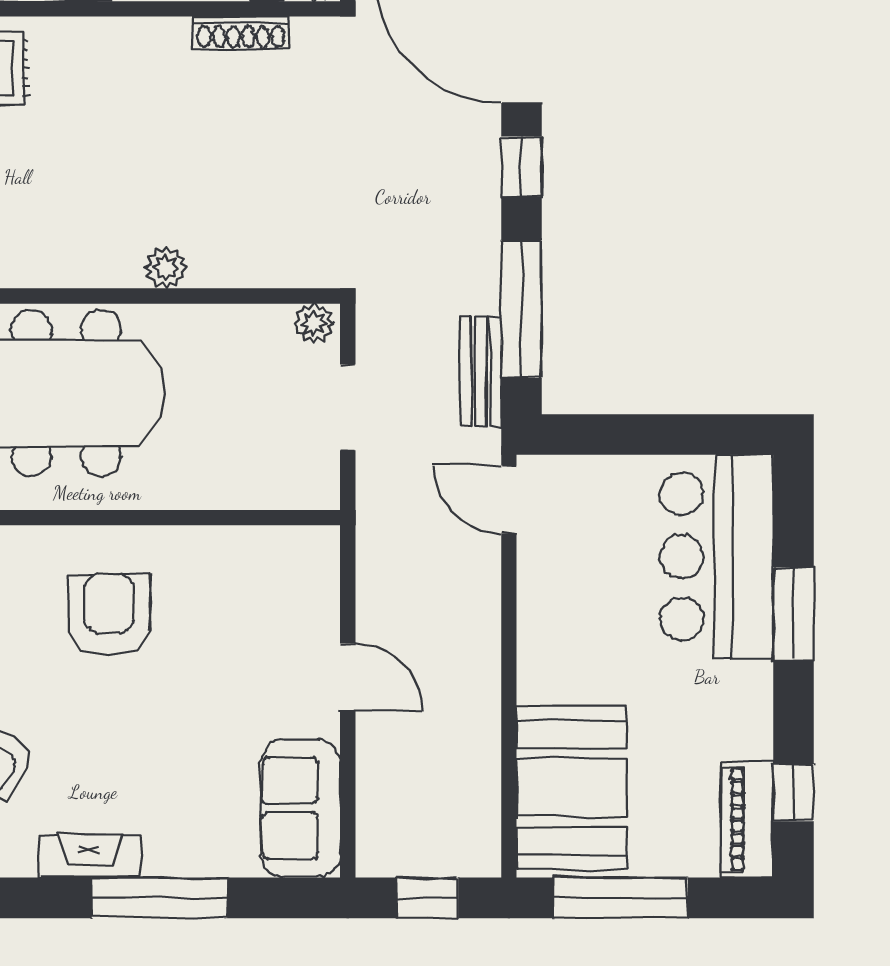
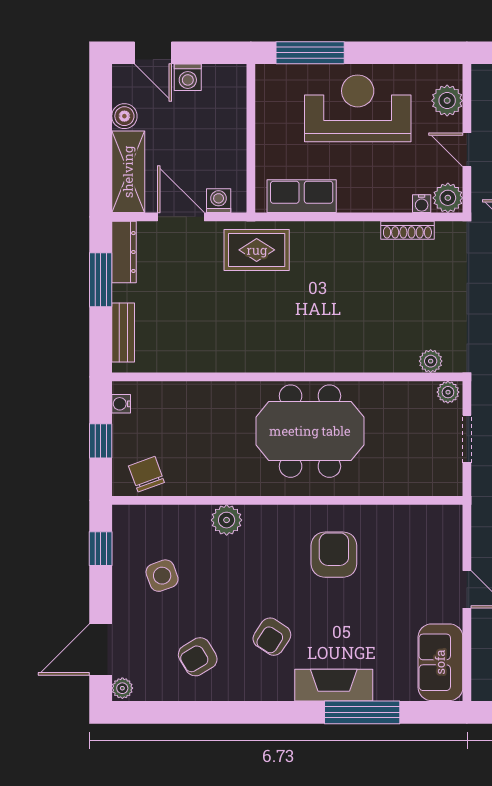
plant: (166, 268) -> (431, 361), moved
fireplace: (90, 856) -> (334, 685), width x1.37, depth x1.32

